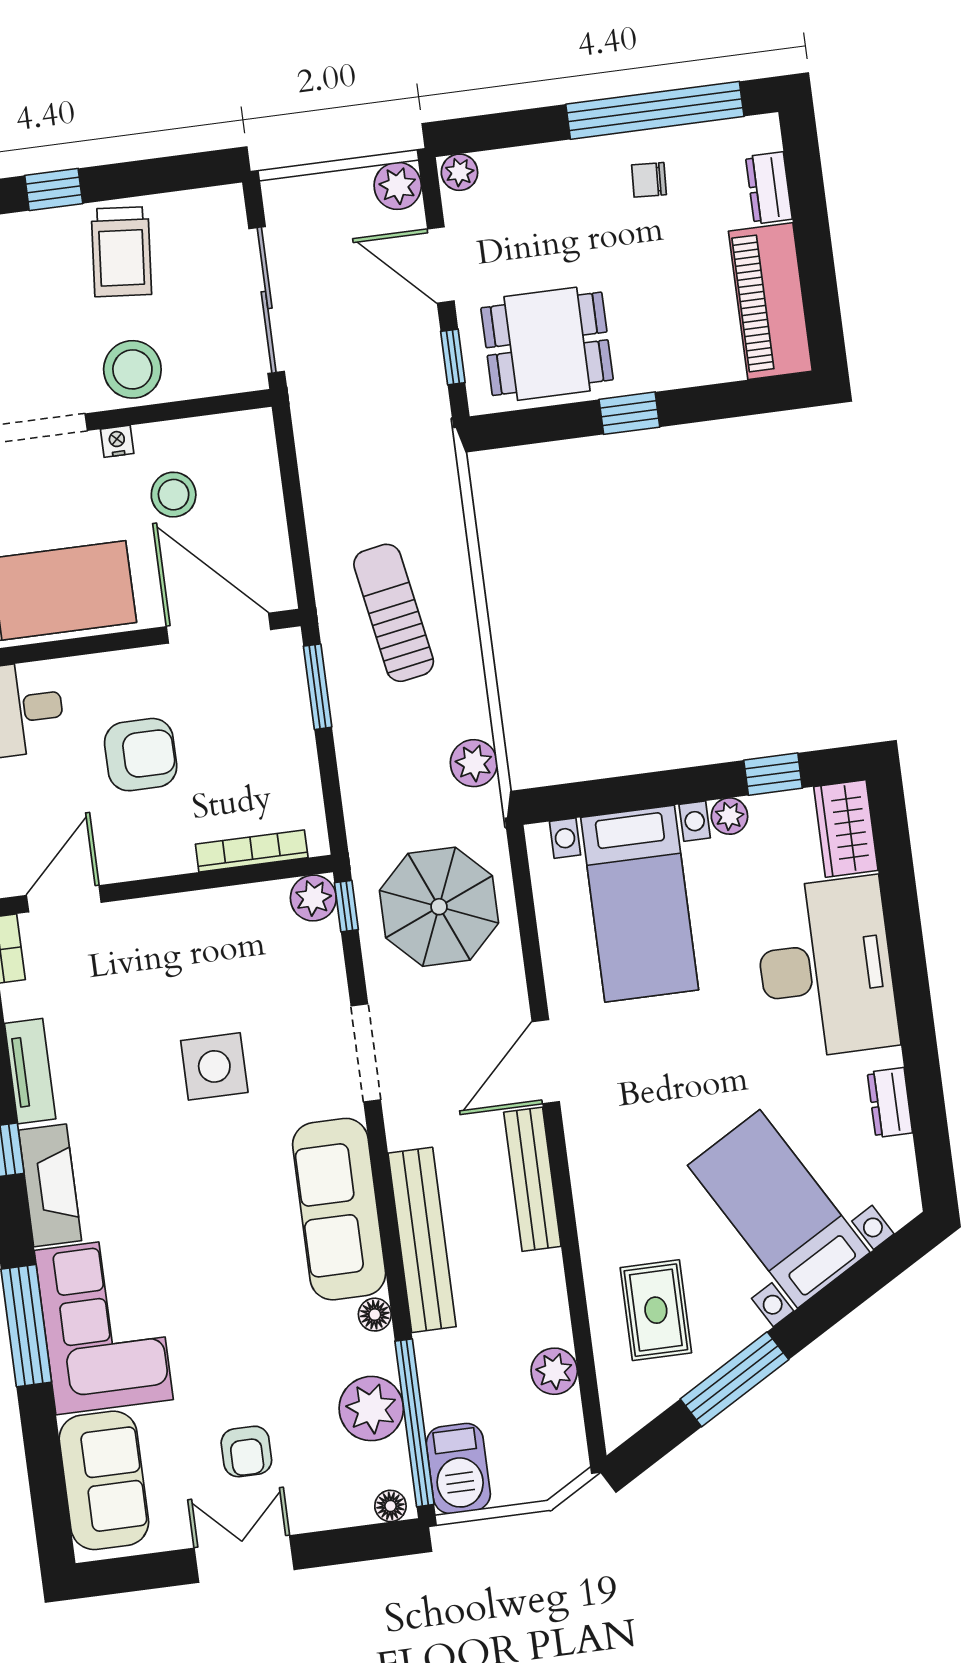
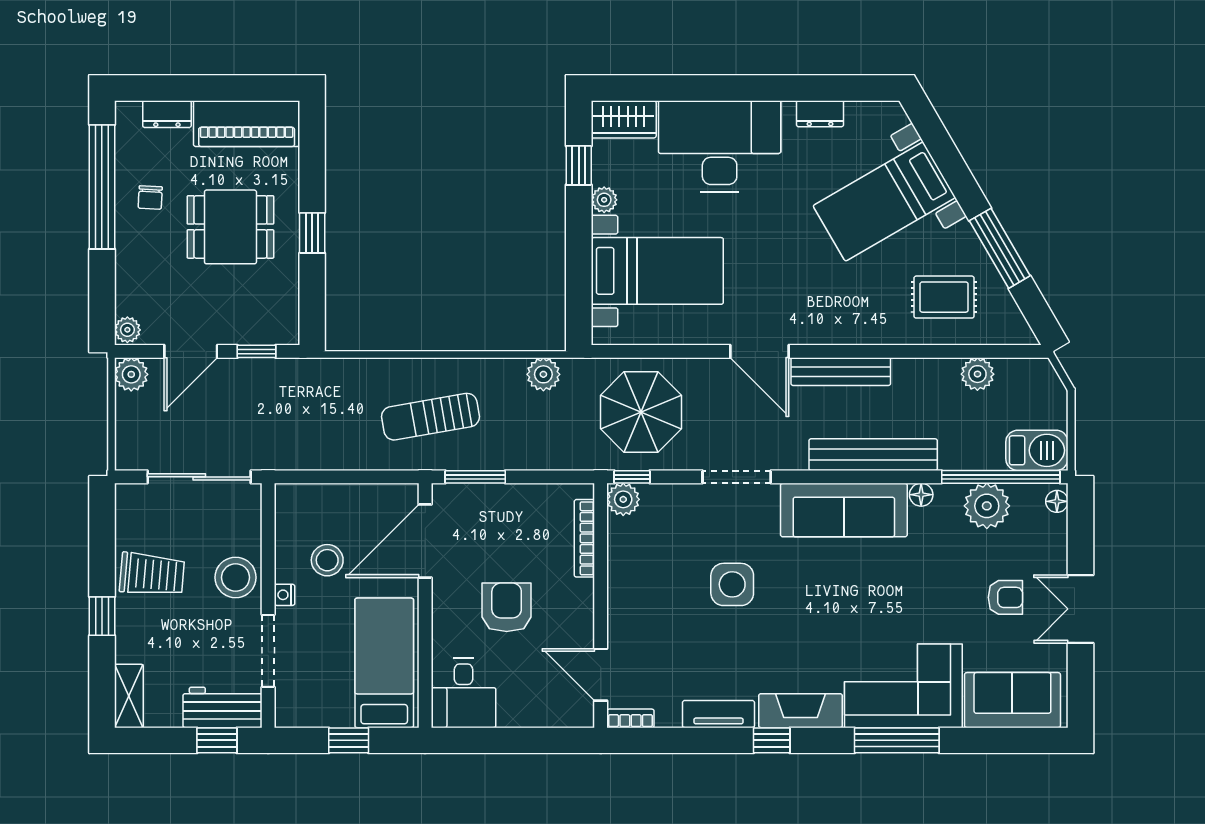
dining table: (547, 344) -> (230, 227), moved, turned 90

